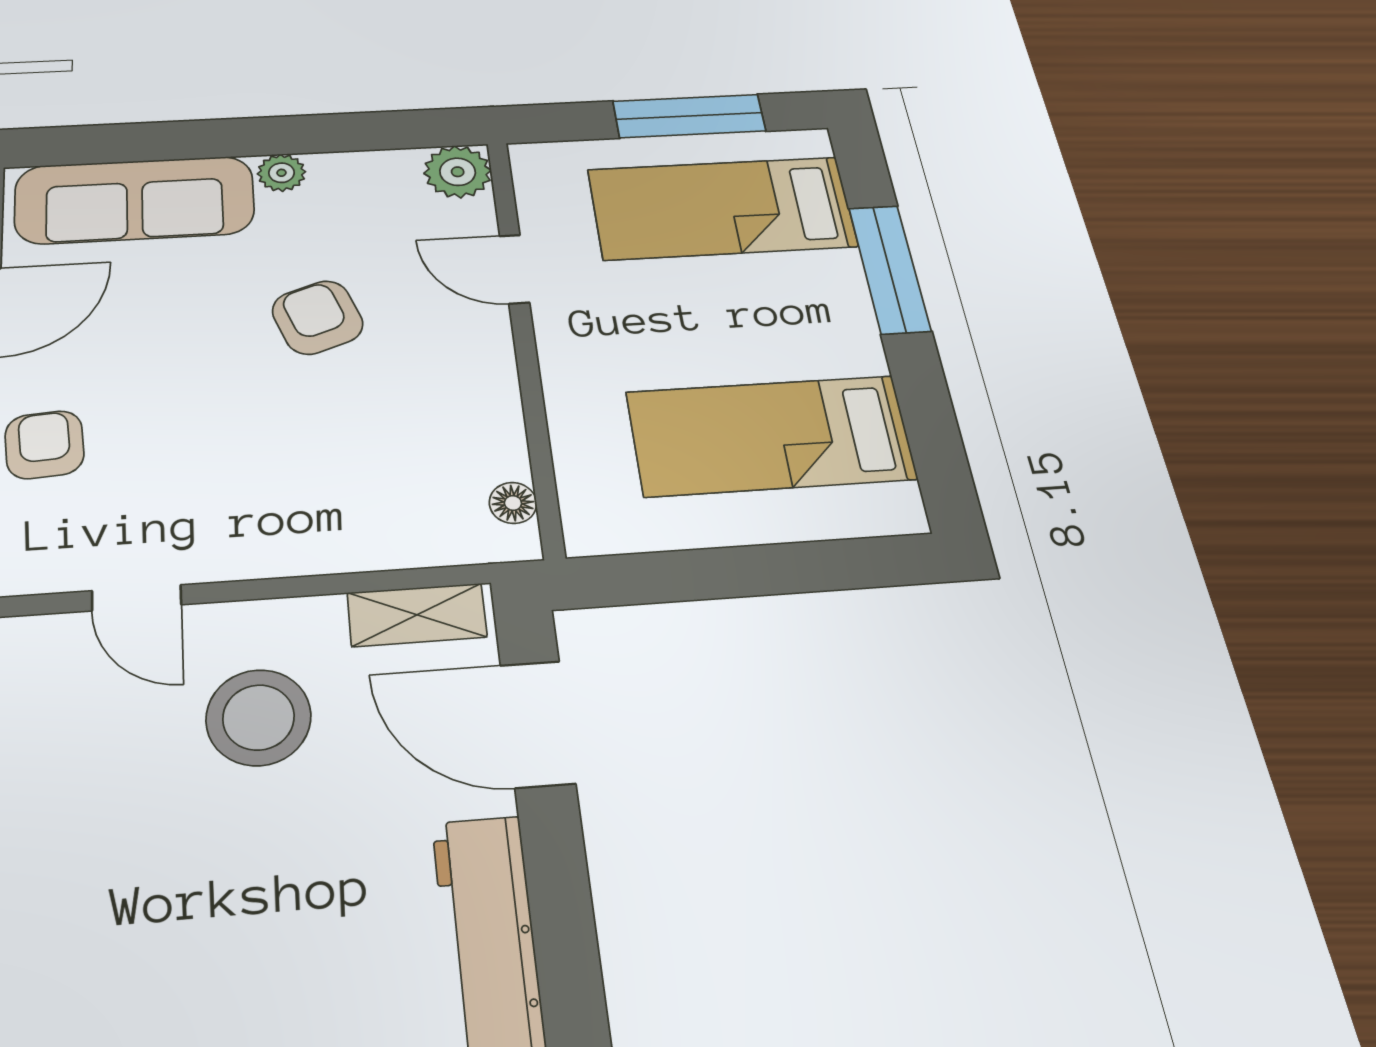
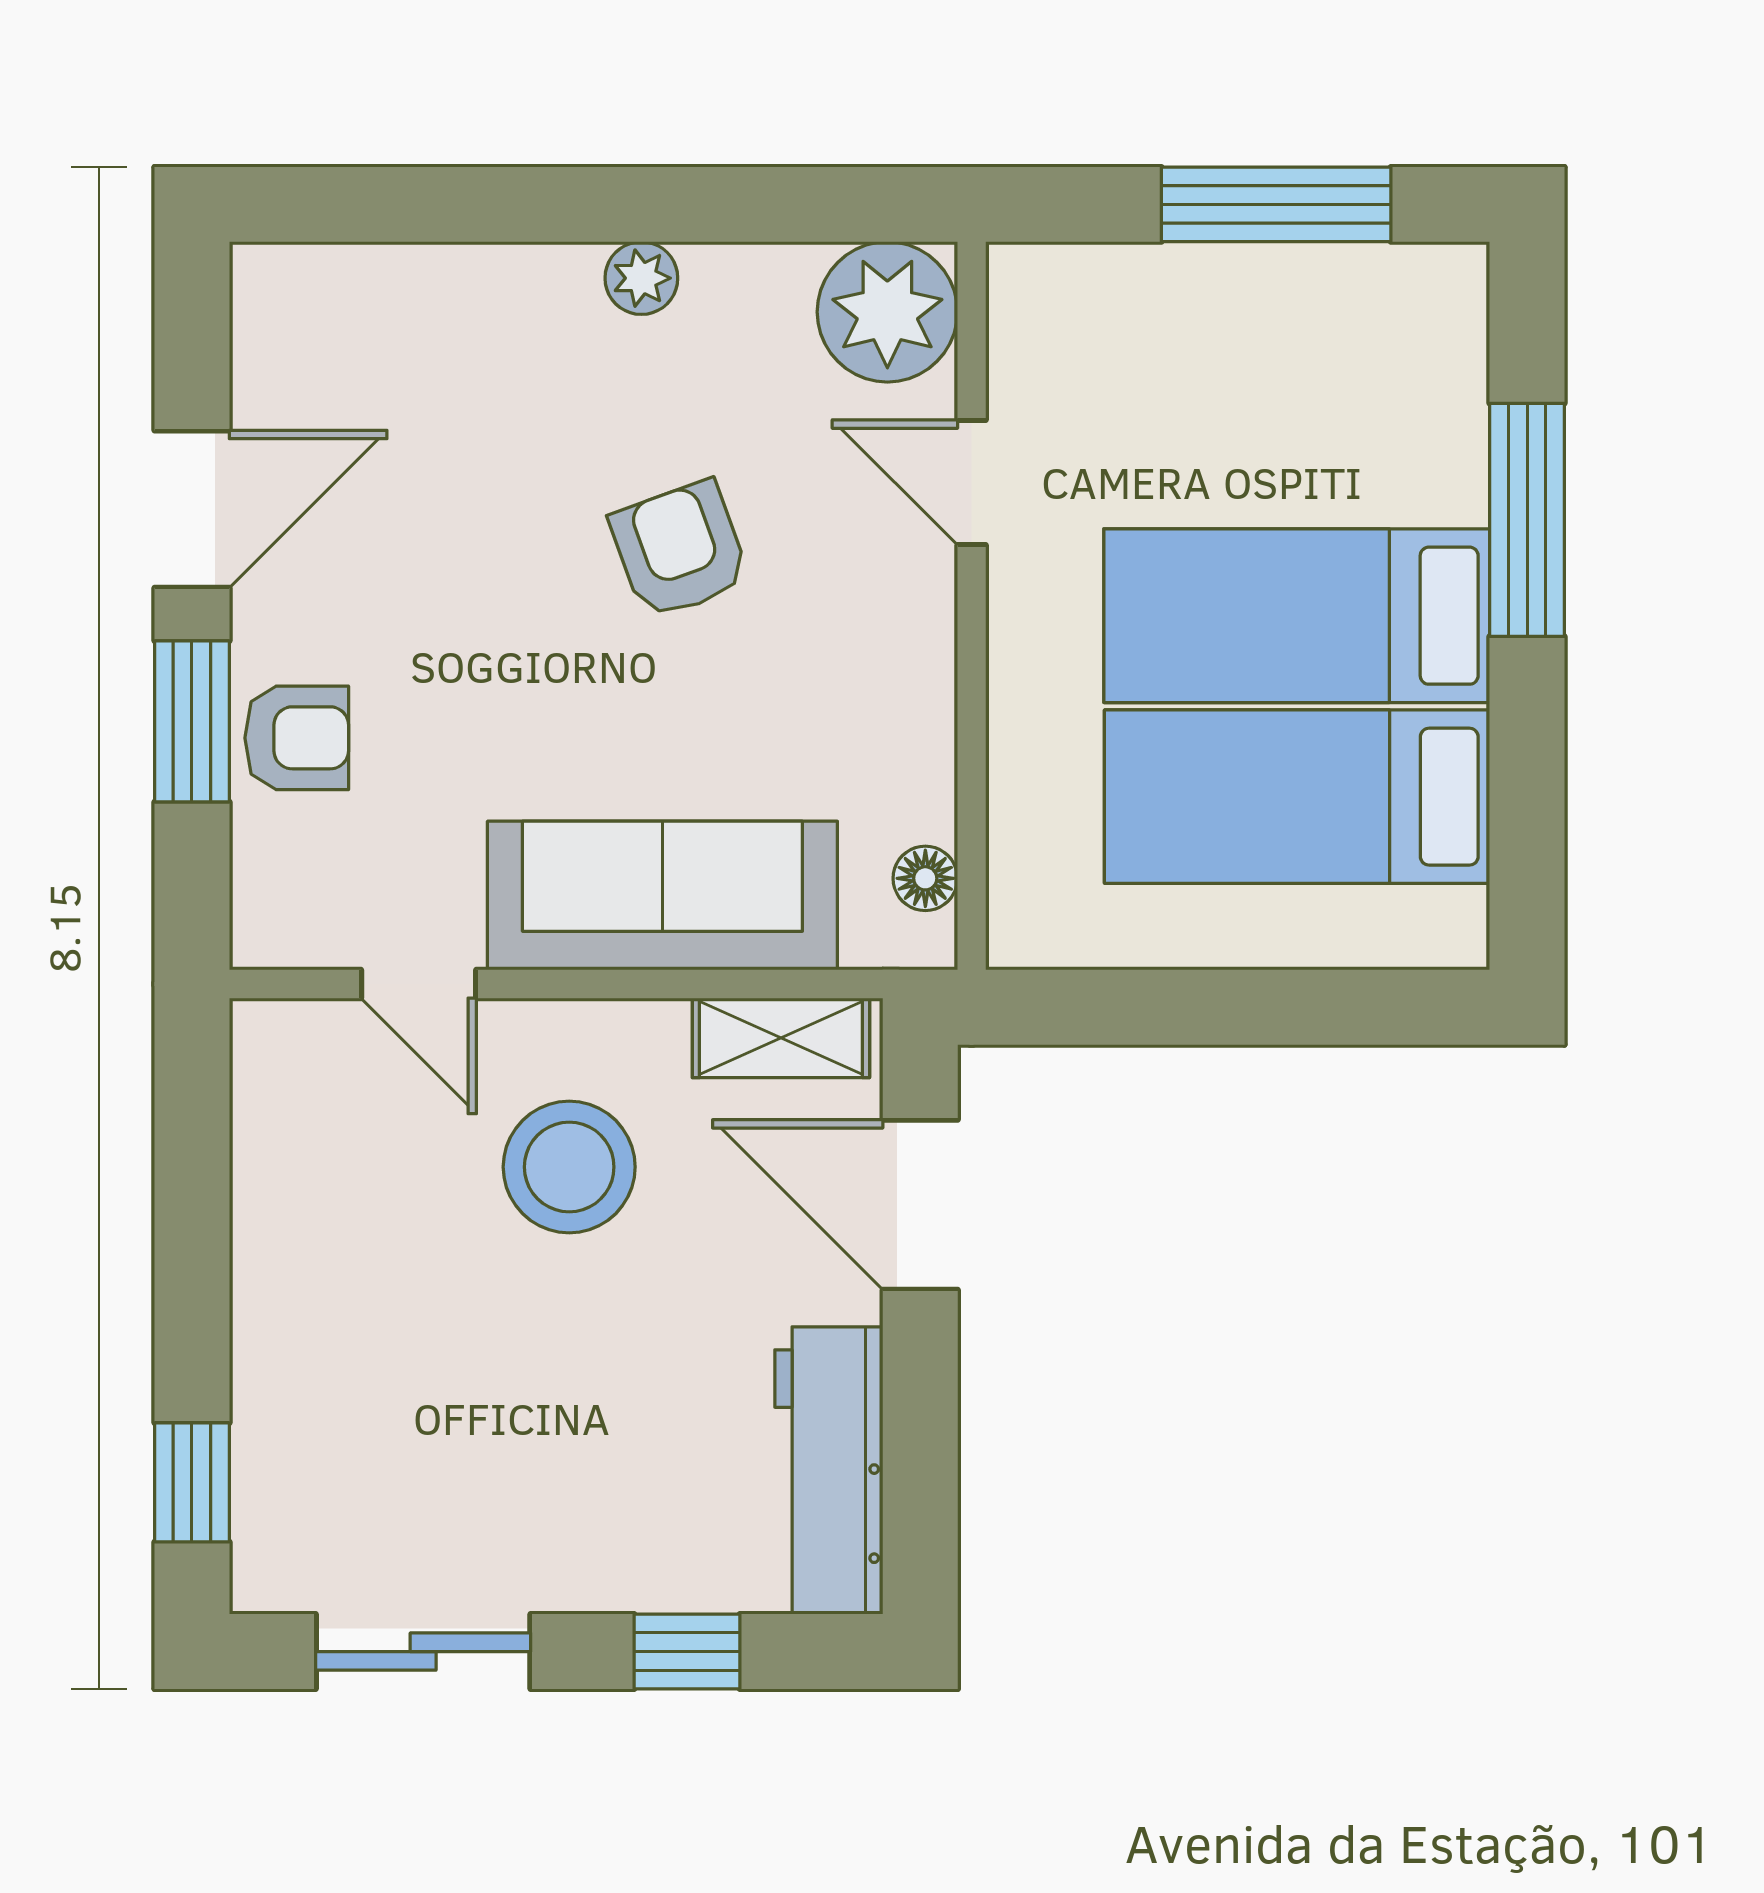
plant: (458, 172) -> (887, 312), width x1.36, depth x1.36
sofa: (135, 200) -> (662, 896), moved, turned 180
bed: (722, 208) -> (1297, 616), moved
armchair: (44, 445) -> (297, 738), turned 94

